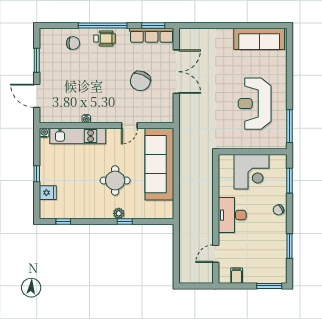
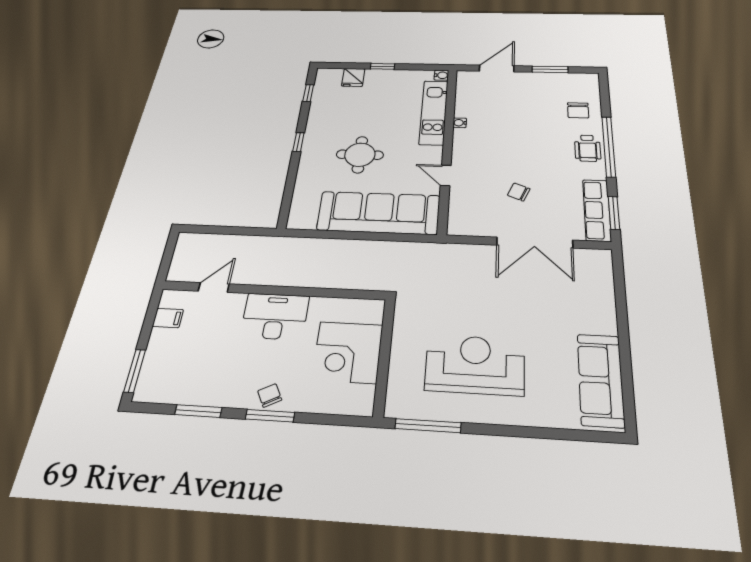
chair: (140, 81) -> (519, 192), width x0.54, depth x0.54
window: (289, 181) -> (270, 416), moved
plant: (119, 213) -> (308, 158), removed
window: (125, 222) -> (298, 142), moved
door: (216, 254) -> (214, 287), hinge flipped

